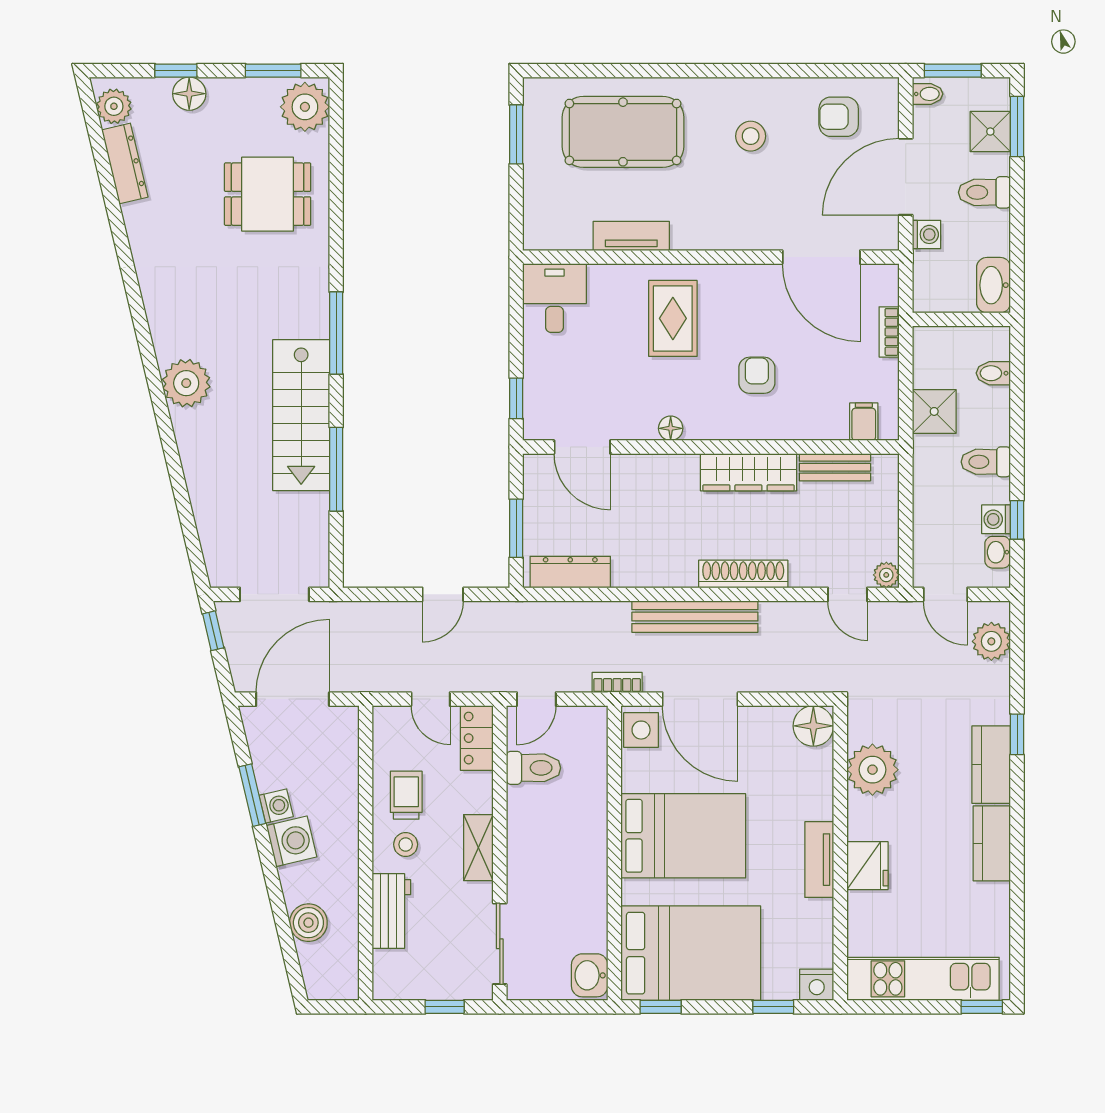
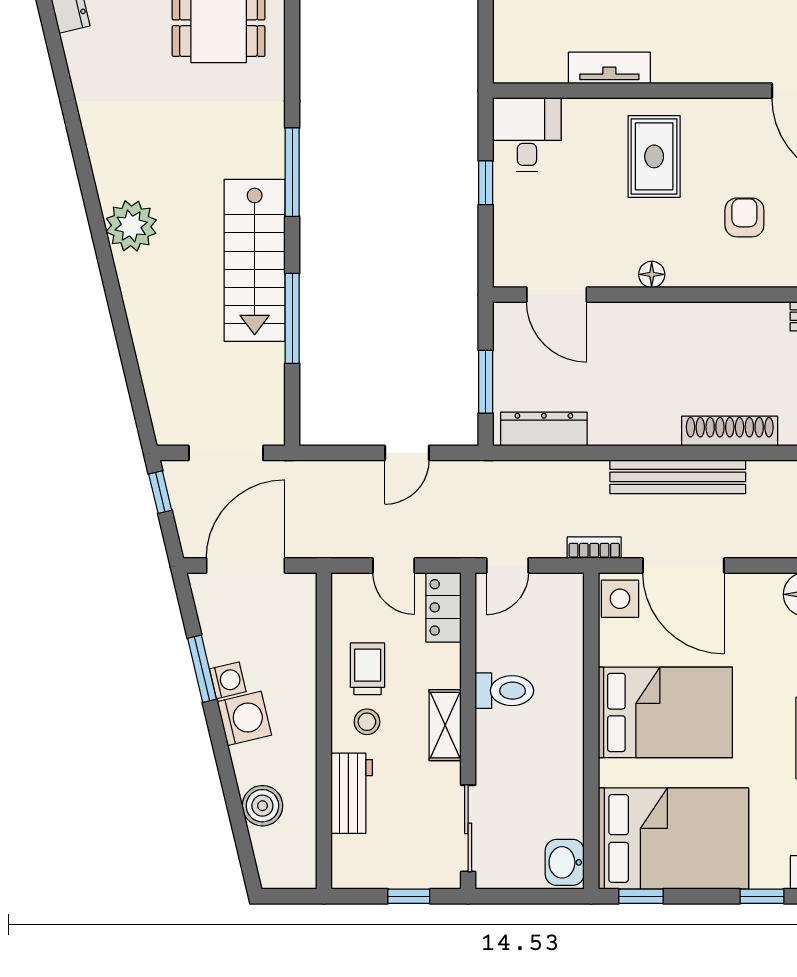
window: (516, 398) -> (486, 183), moved
wardrobe: (748, 472) -> (735, 322), removed
toilet: (533, 768) -> (504, 691), moved

